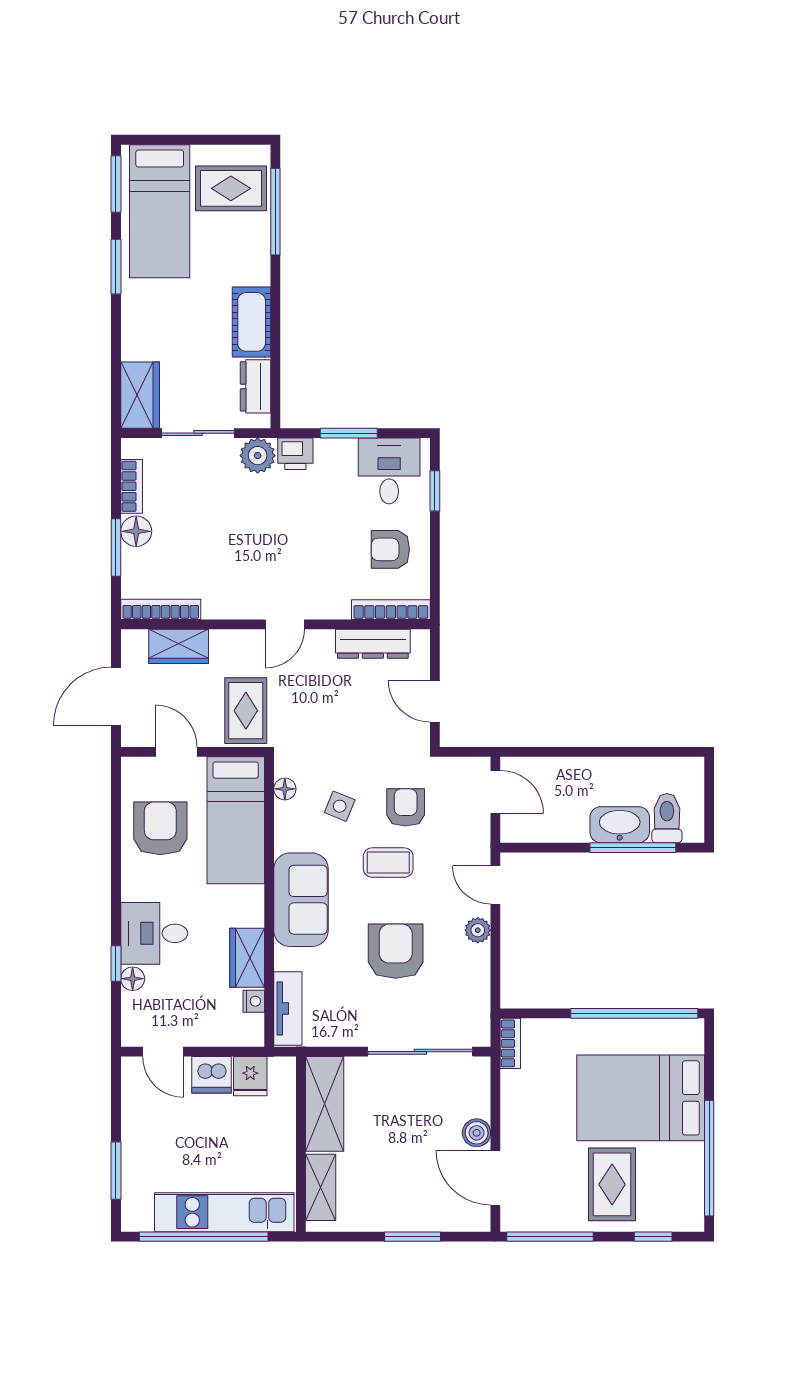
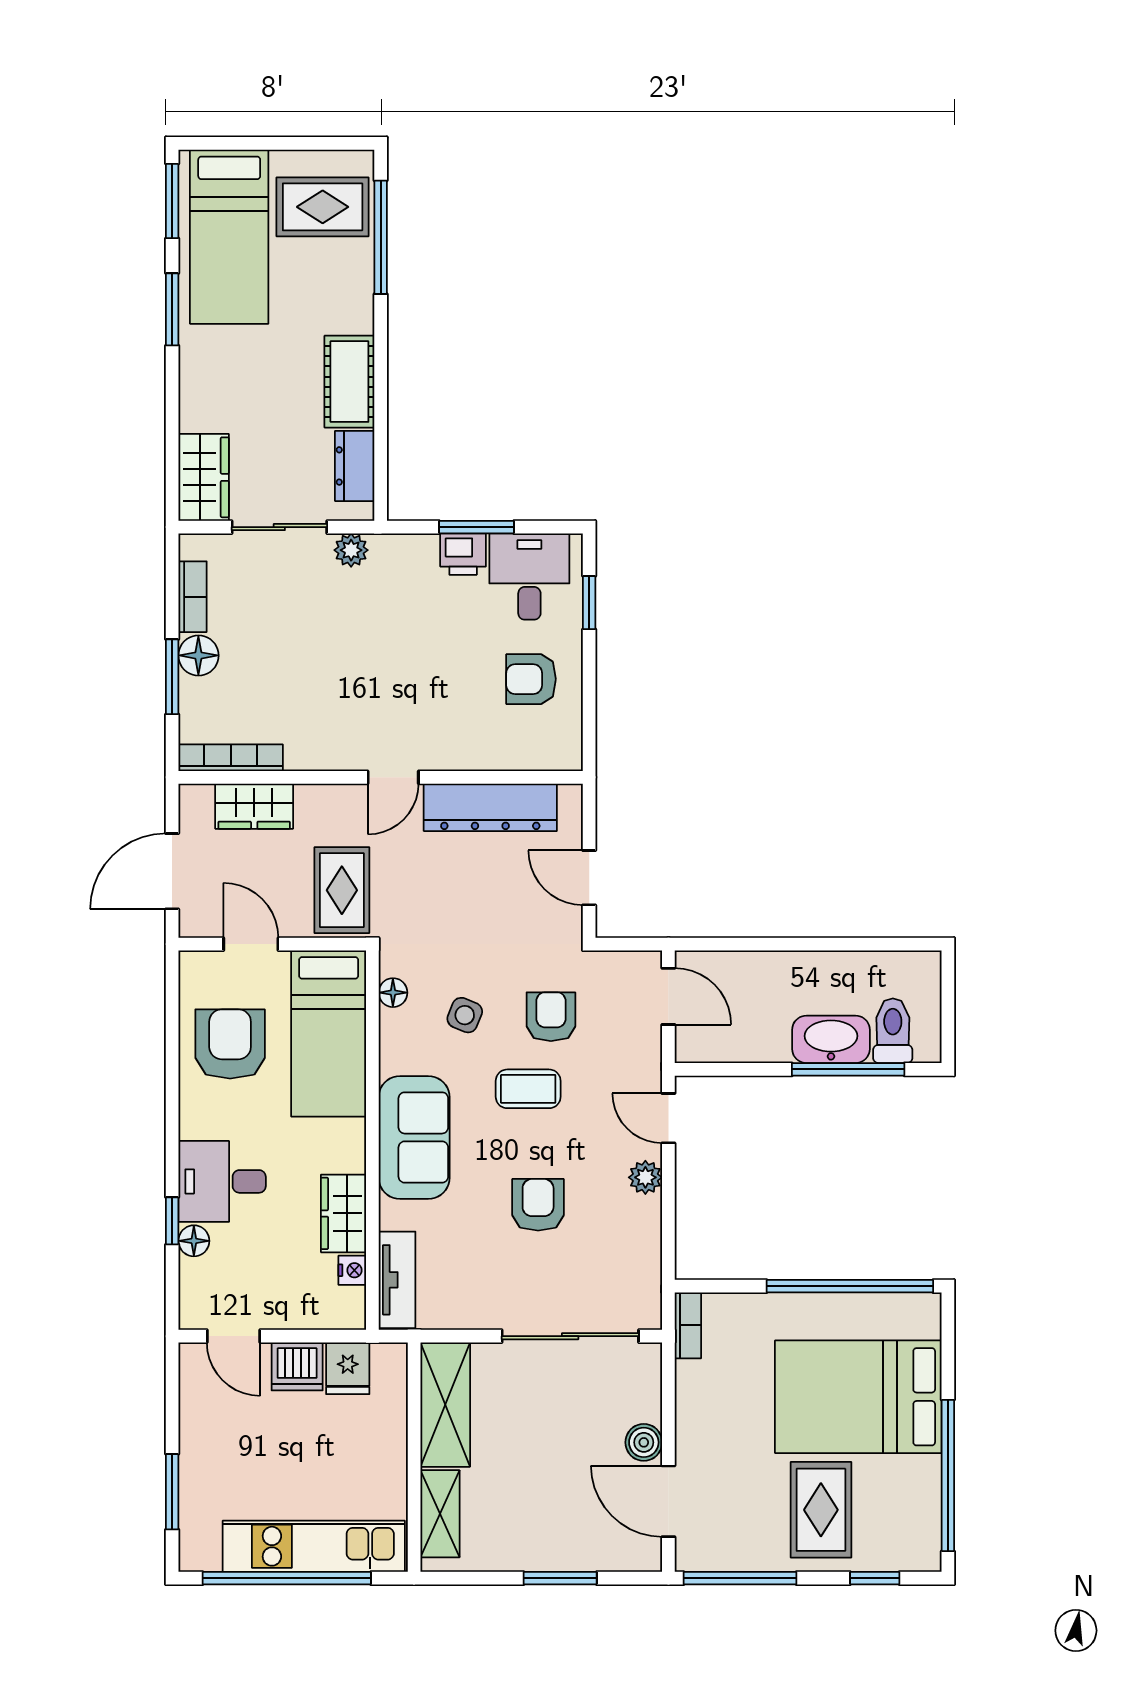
printer: (295, 454) -> (463, 554), moved
plant: (258, 456) -> (351, 550), width x0.73, depth x0.73
bookcase: (391, 610) -> (532, 758), removed
dresser: (373, 644) -> (490, 807), width x1.37, depth x1.24
armchair: (396, 951) -> (538, 1205), width x0.72, depth x0.72

